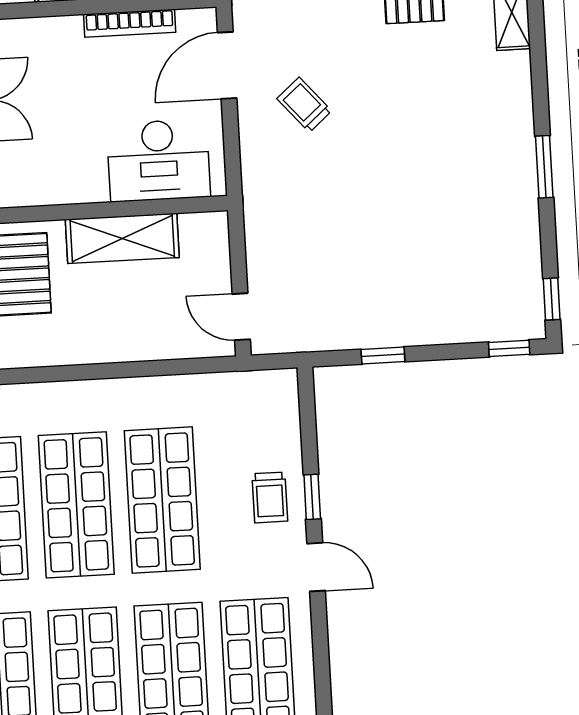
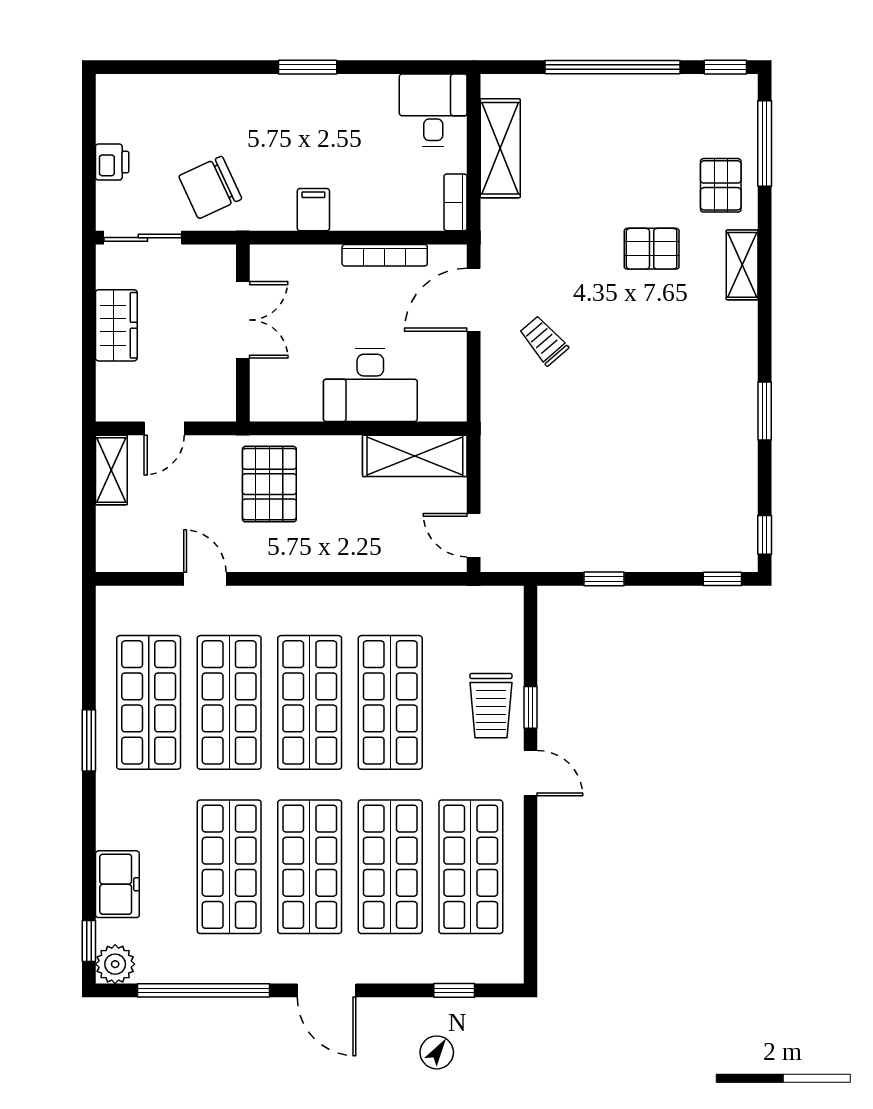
desk: (158, 160) -> (370, 385), moved
shelving: (122, 238) -> (415, 456), moved
trolley: (270, 497) -> (491, 706), width x1.36, depth x1.39

